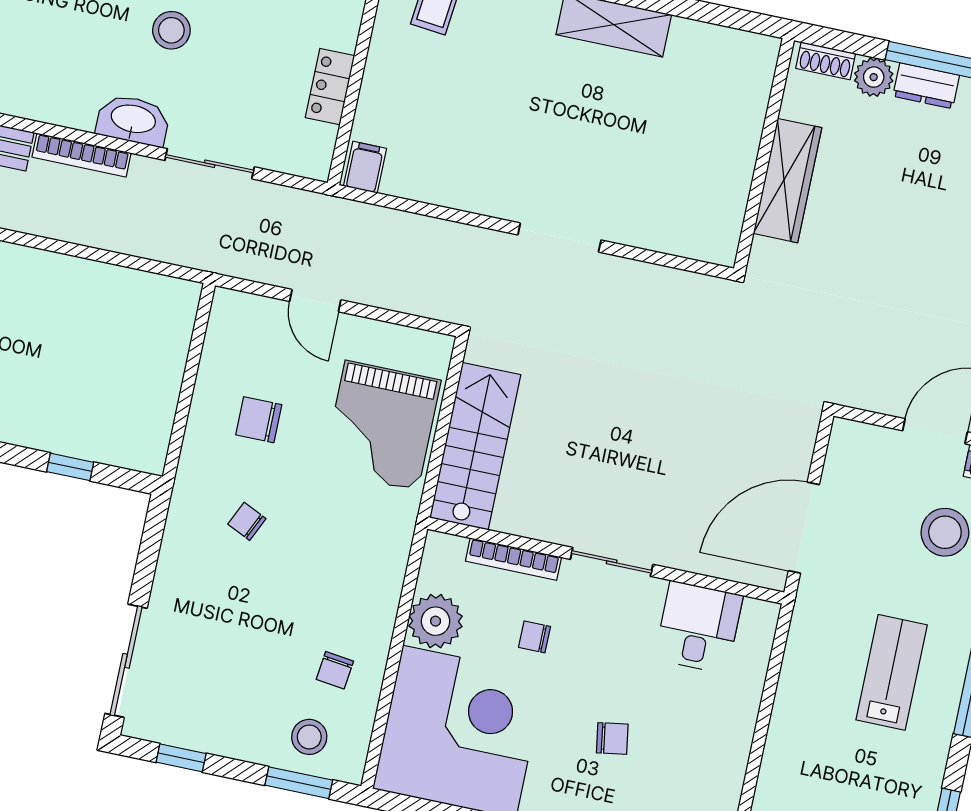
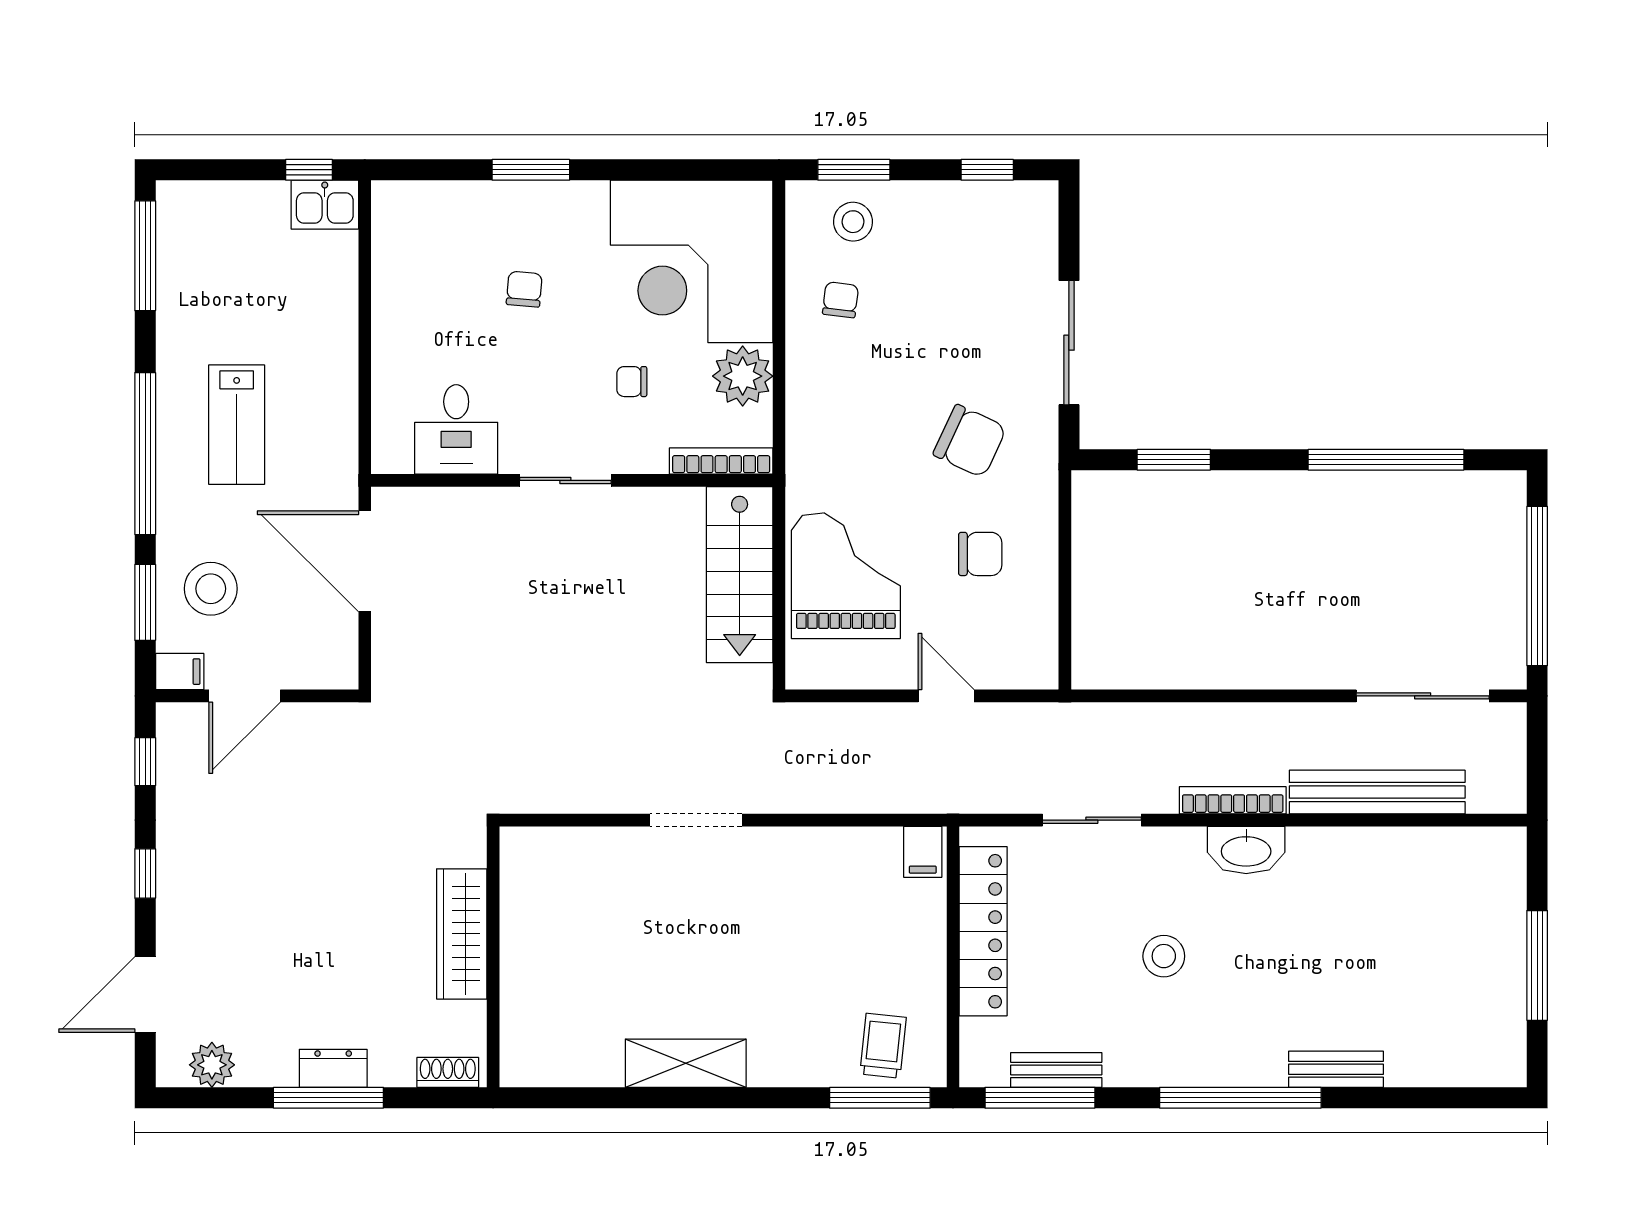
plant: (874, 77) -> (392, 1066), removed
locker: (330, 87) -> (983, 931), width x2.16, depth x1.21
washbasin: (133, 120) -> (1246, 850), moved
window: (70, 467) -> (1174, 460), width x1.50
chair: (247, 521) -> (970, 441), width x1.87, depth x1.87
door: (804, 528) -> (365, 561), swing flipped
bookcase: (513, 559) -> (721, 461), moved
chair: (534, 637) -> (632, 382), turned 180
sliding door: (126, 661) -> (1069, 343), moved
chair: (612, 739) -> (524, 289), turned 104

